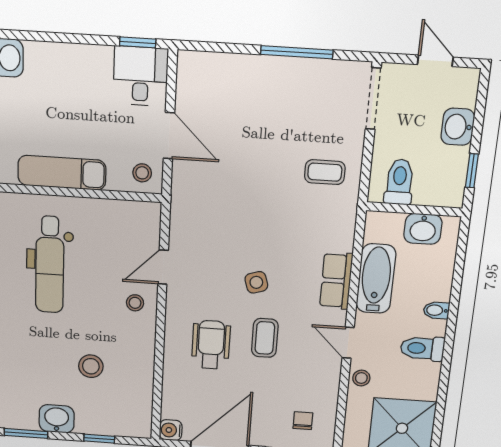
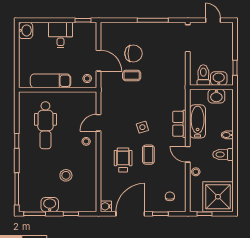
desk: (141, 76) -> (61, 35), moved
chair: (248, 125) -> (133, 54), added
washbasin: (458, 127) -> (219, 78), moved, turned 90
coffee table: (325, 172) -> (132, 75), moved

